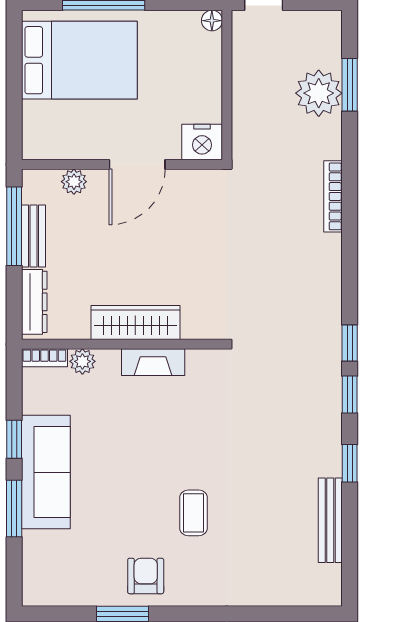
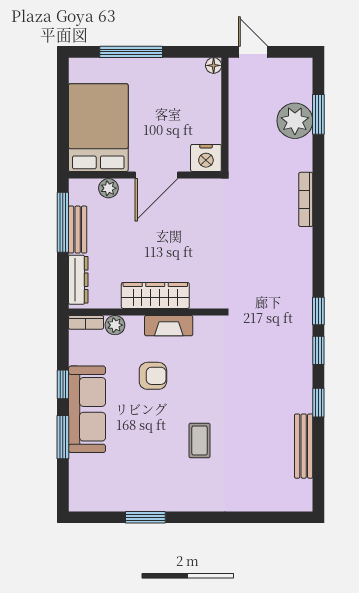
bed: (79, 60) -> (98, 128), moved, turned -90
armchair: (146, 576) -> (153, 376), moved, turned 90

